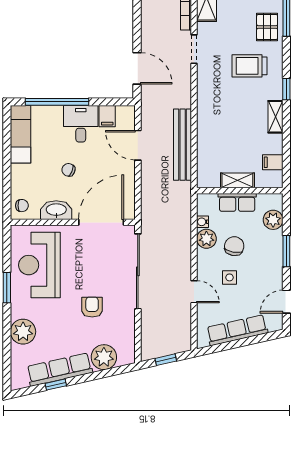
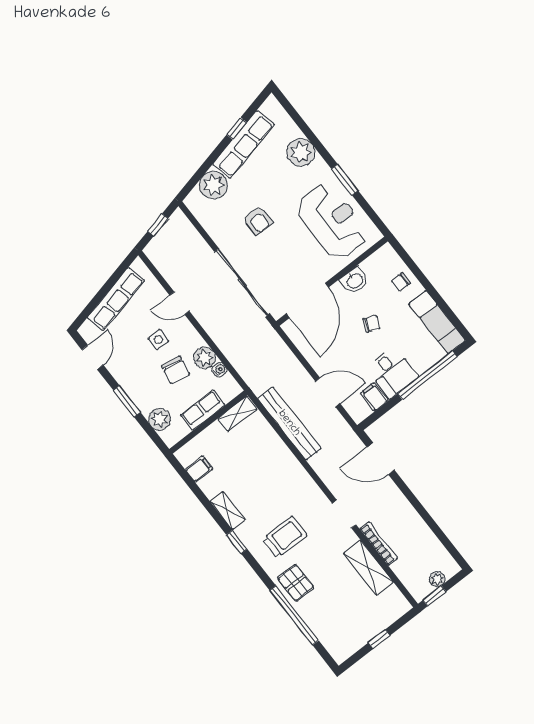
shelving: (237, 180) -> (237, 414), moved
chair: (22, 206) -> (401, 282), moved
washbasin: (56, 210) -> (355, 281), width x0.72

